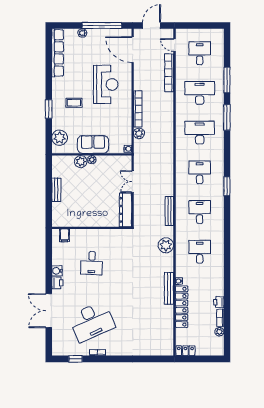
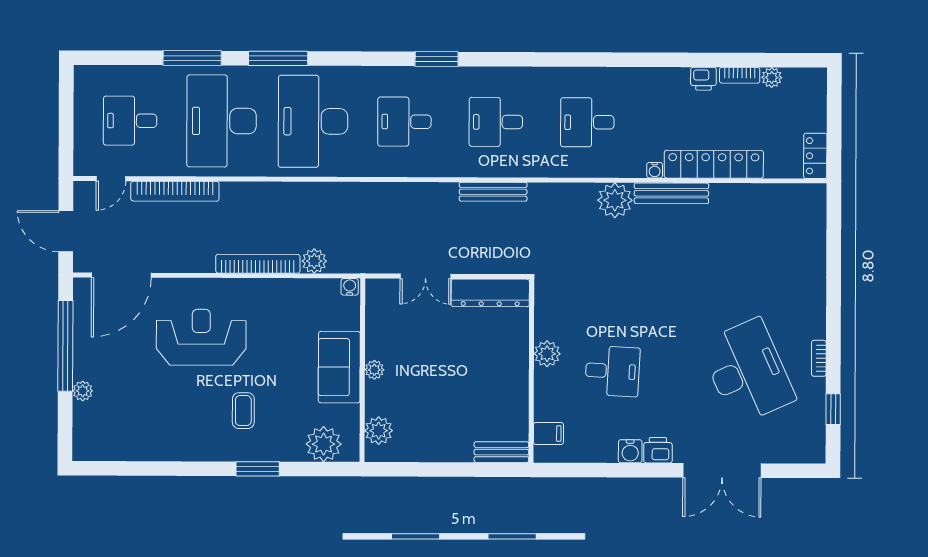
row of seats: (58, 53) -> (128, 448), removed
desk: (200, 93) -> (222, 121), width x1.36, depth x1.30
desk: (200, 133) -> (313, 121), width x1.36, depth x1.30
plant: (81, 162) -> (379, 431), moved
bench: (56, 190) -> (501, 452), moved
plant: (99, 235) -> (547, 354), added
plant: (166, 245) -> (615, 200), moved

